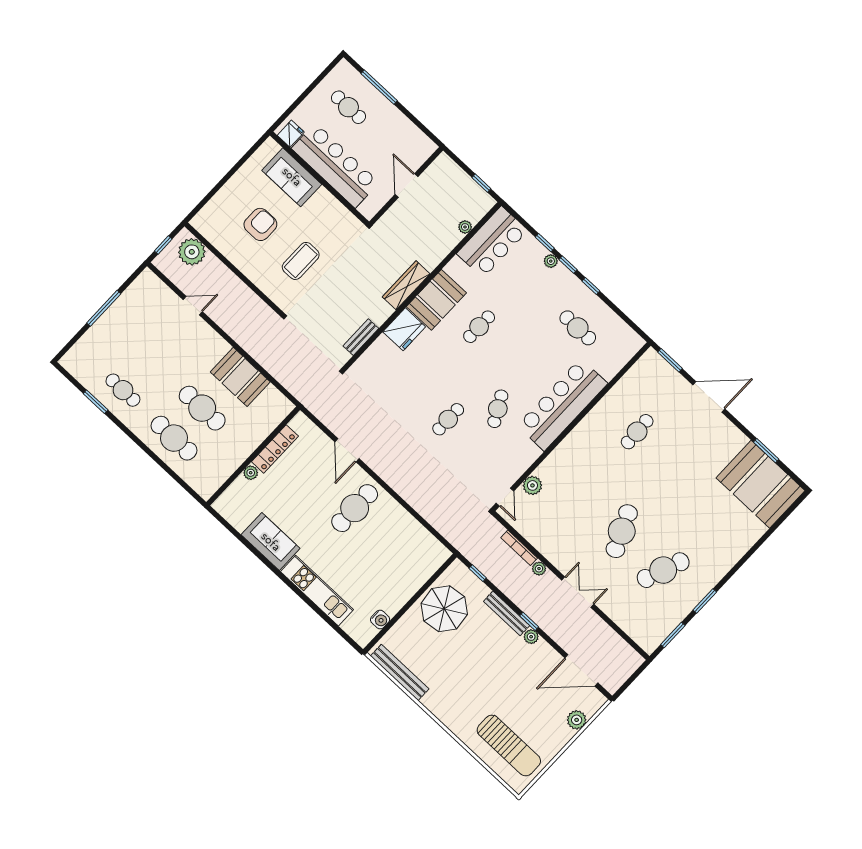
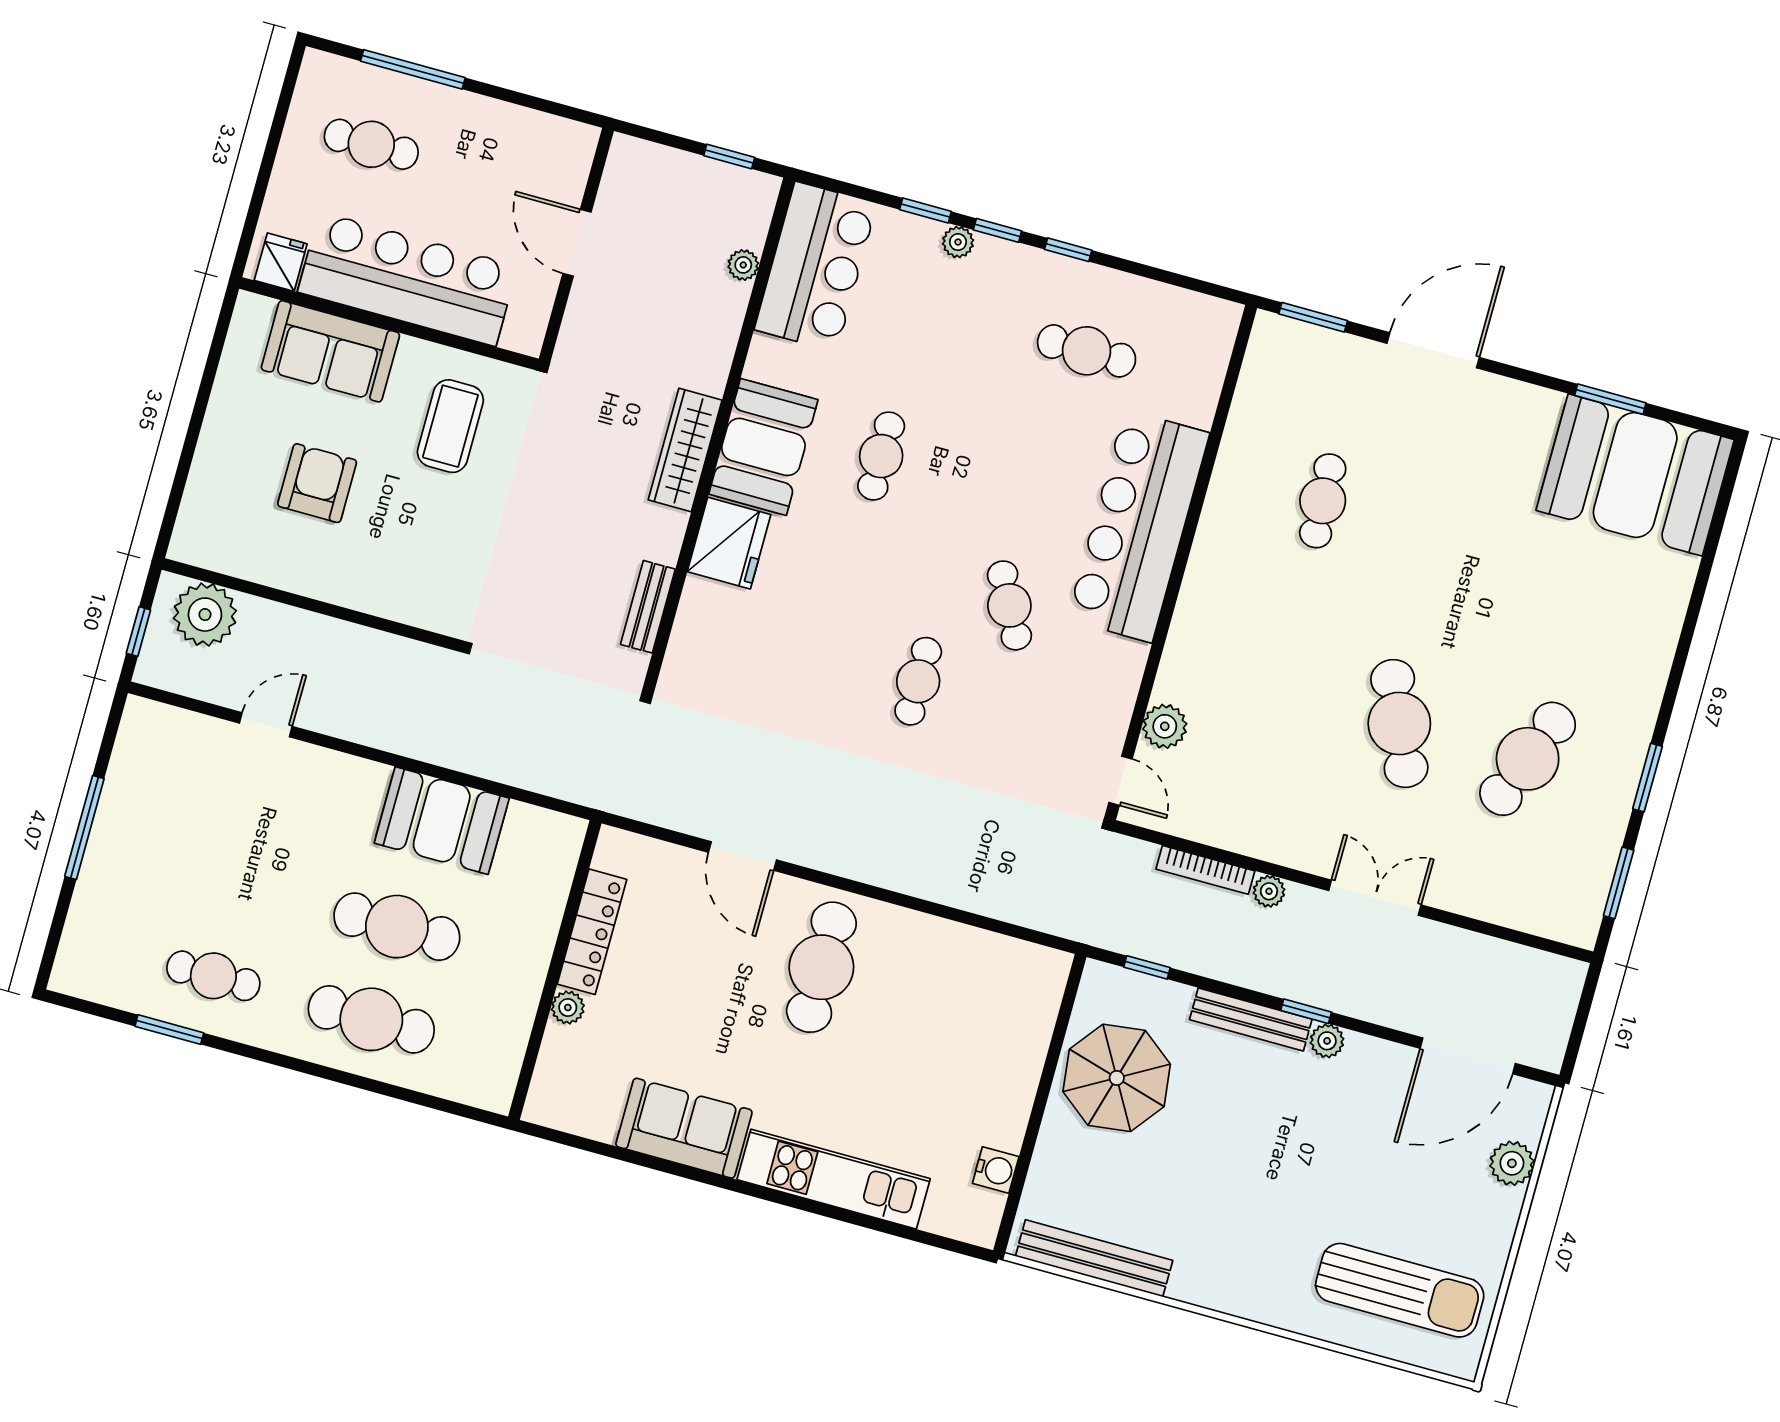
coffee table: (301, 261) -> (450, 426), moved

